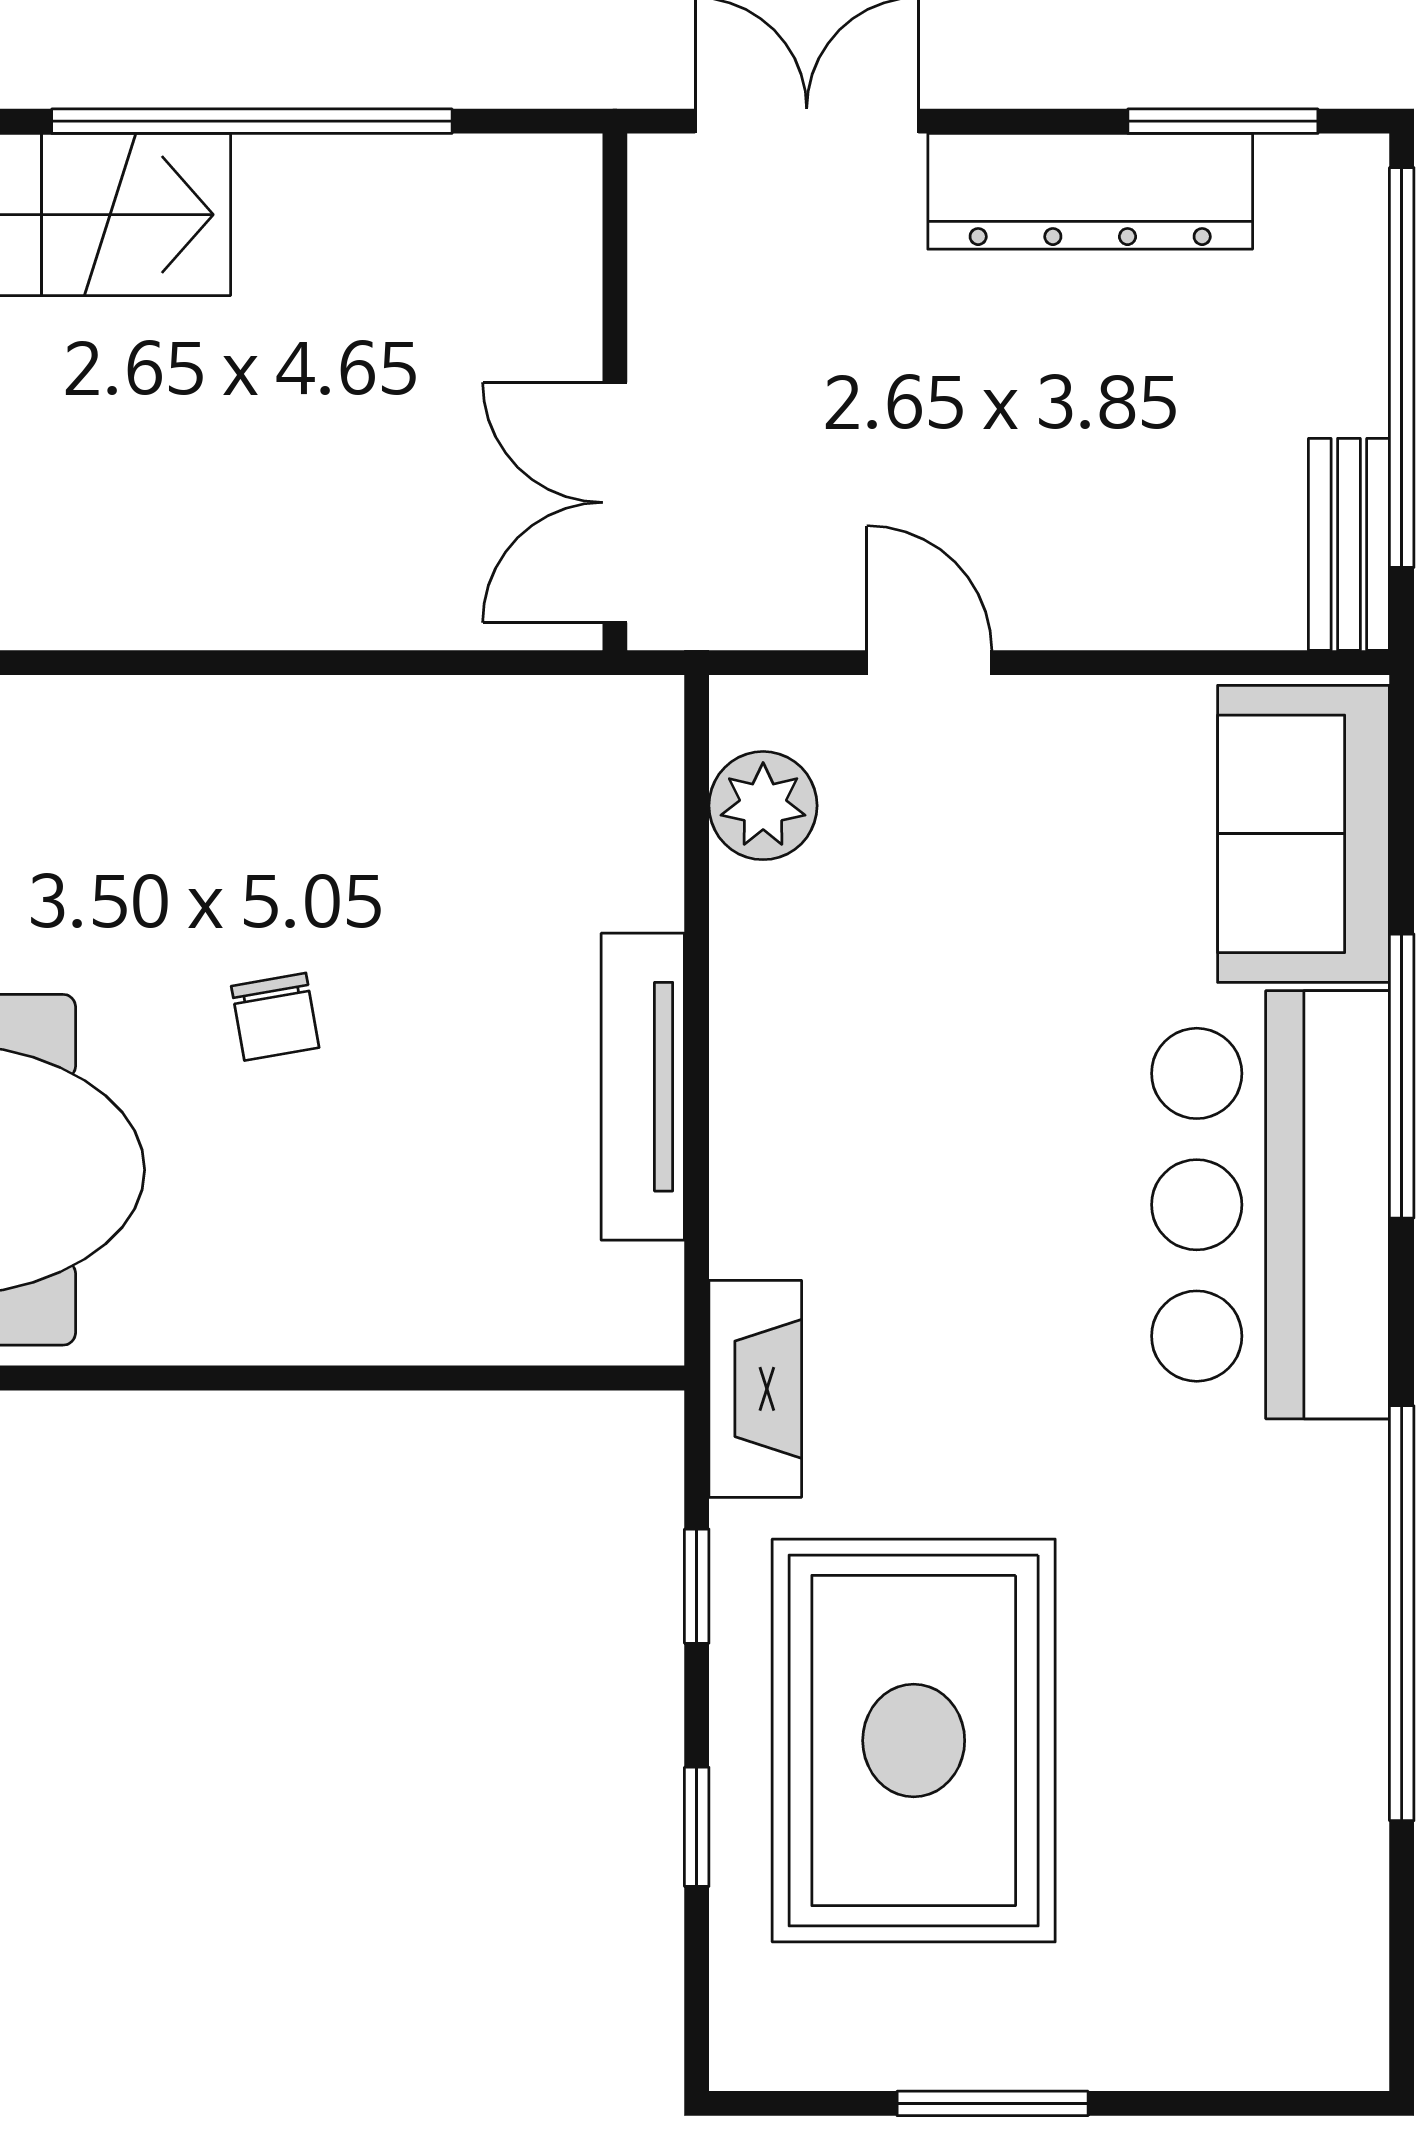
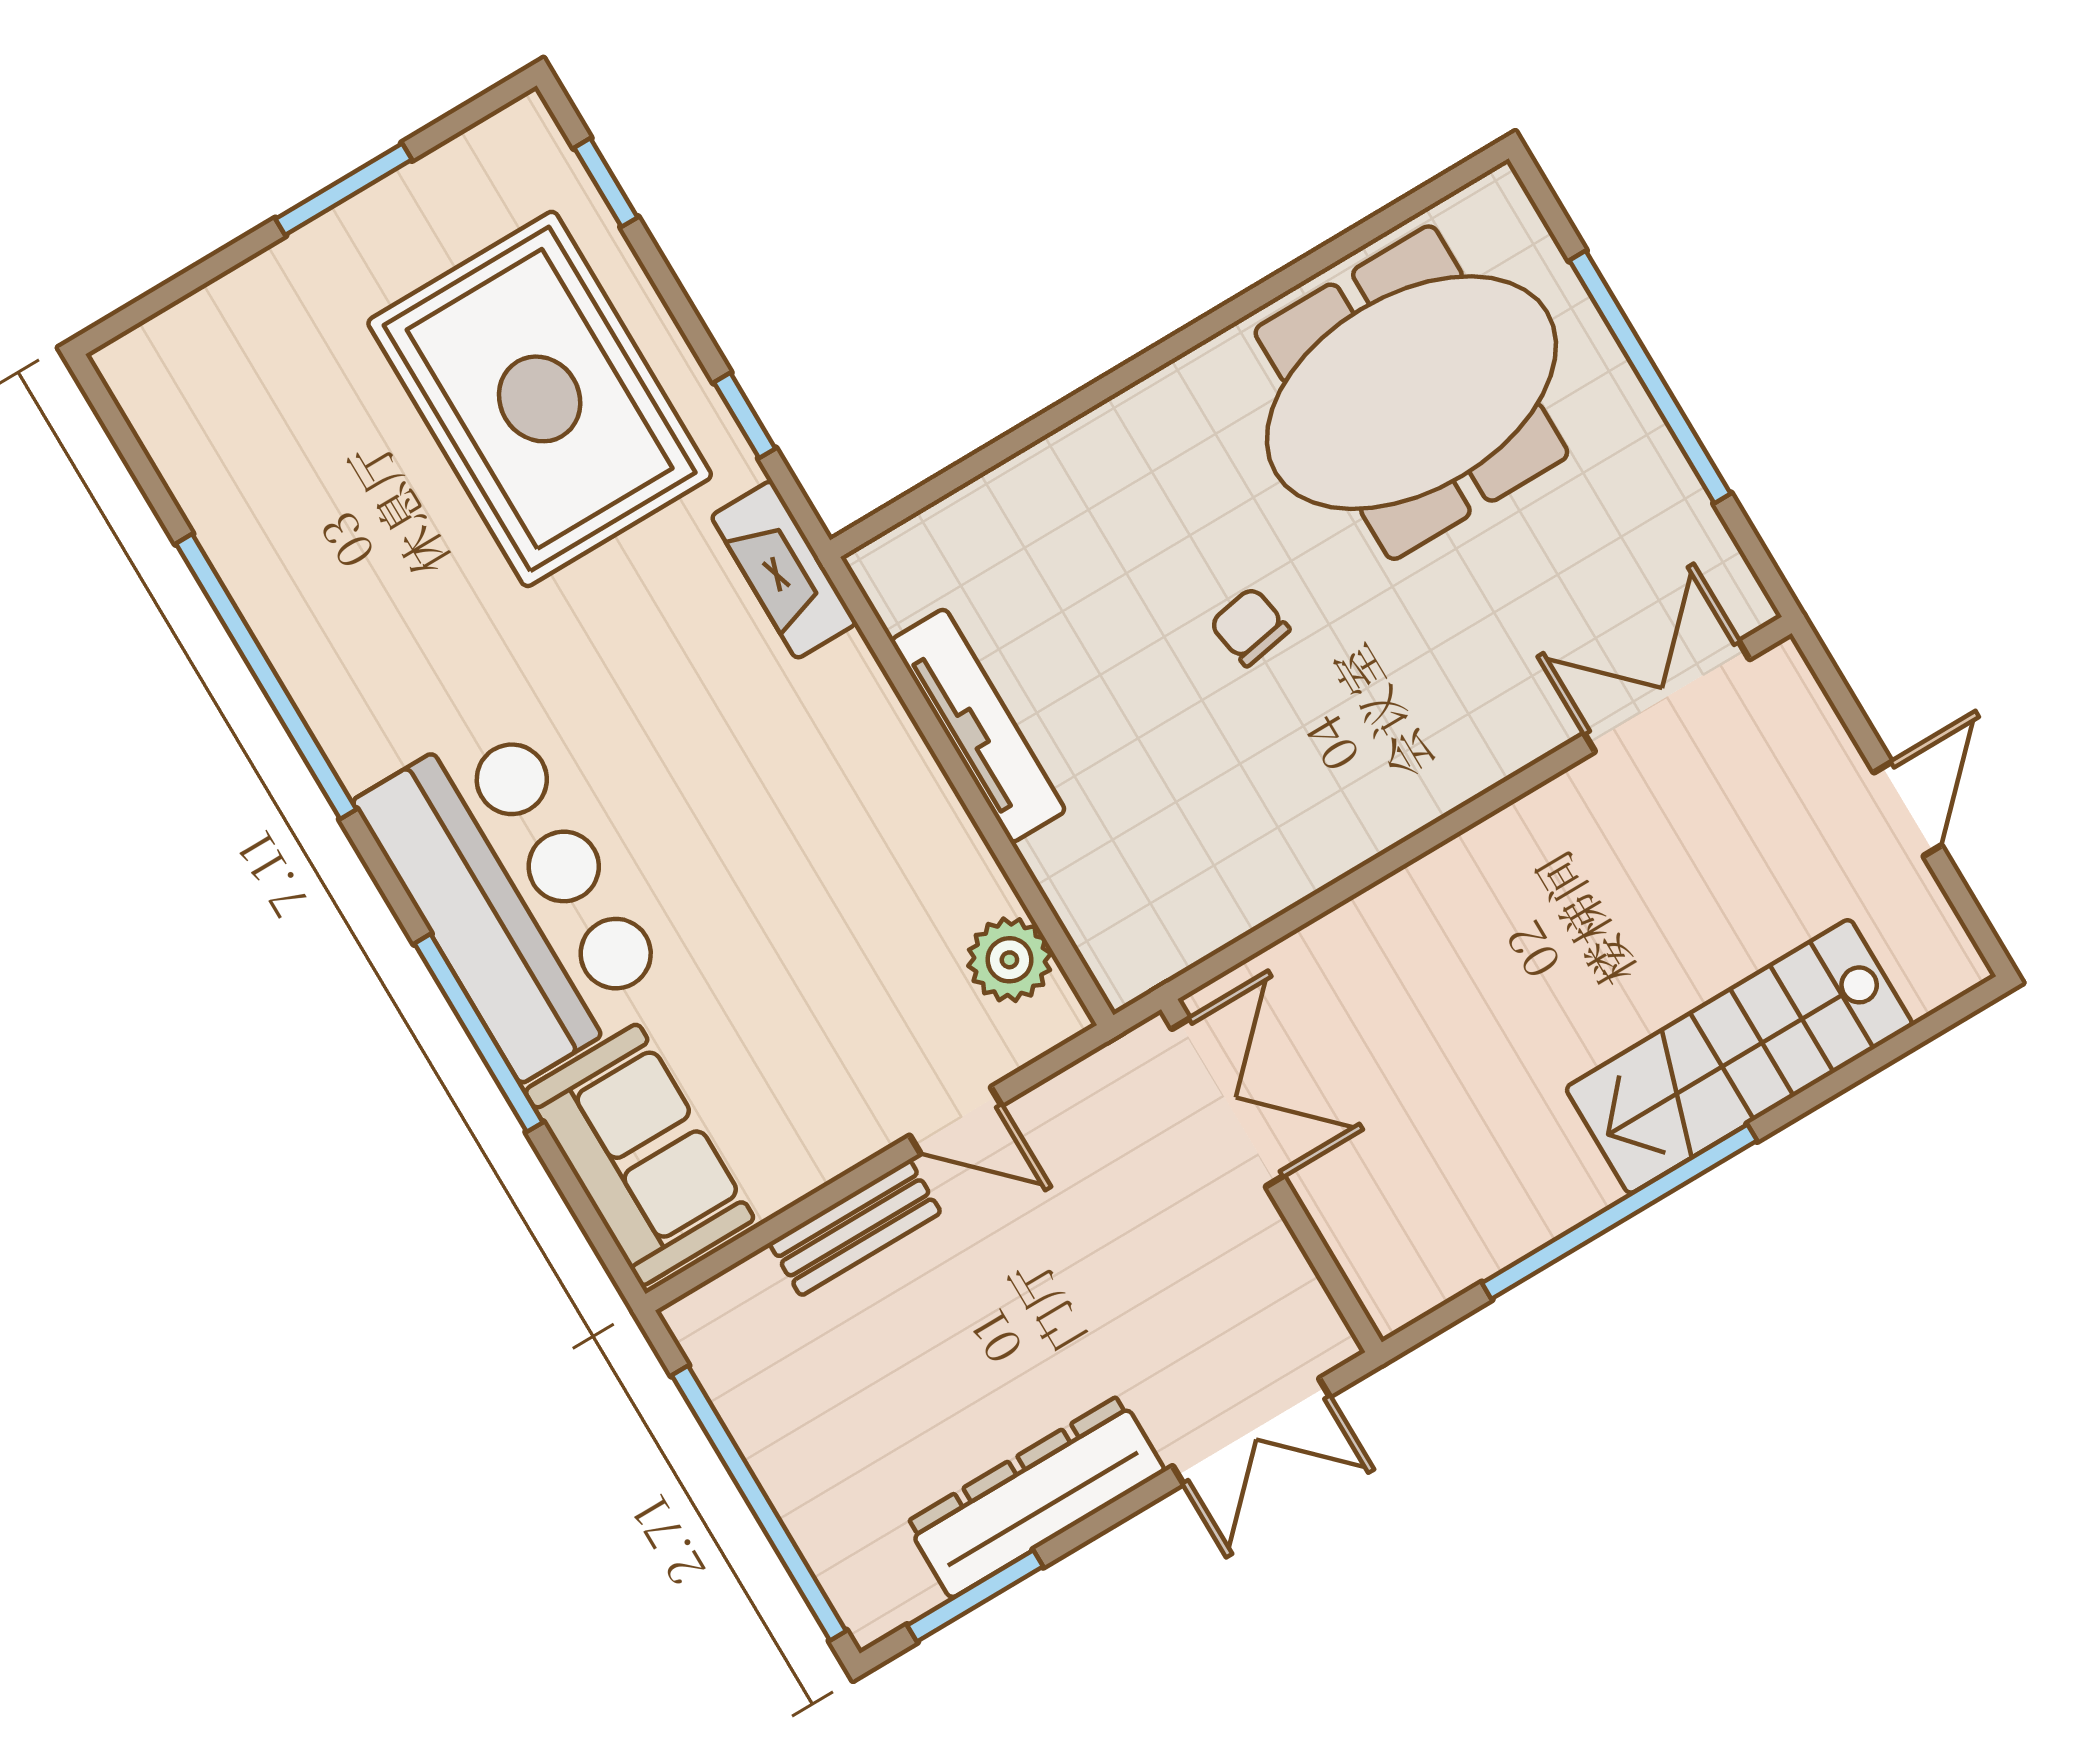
bench: (1349, 544) -> (855, 1228), moved, turned 90
window: (697, 1827) -> (606, 183), moved

